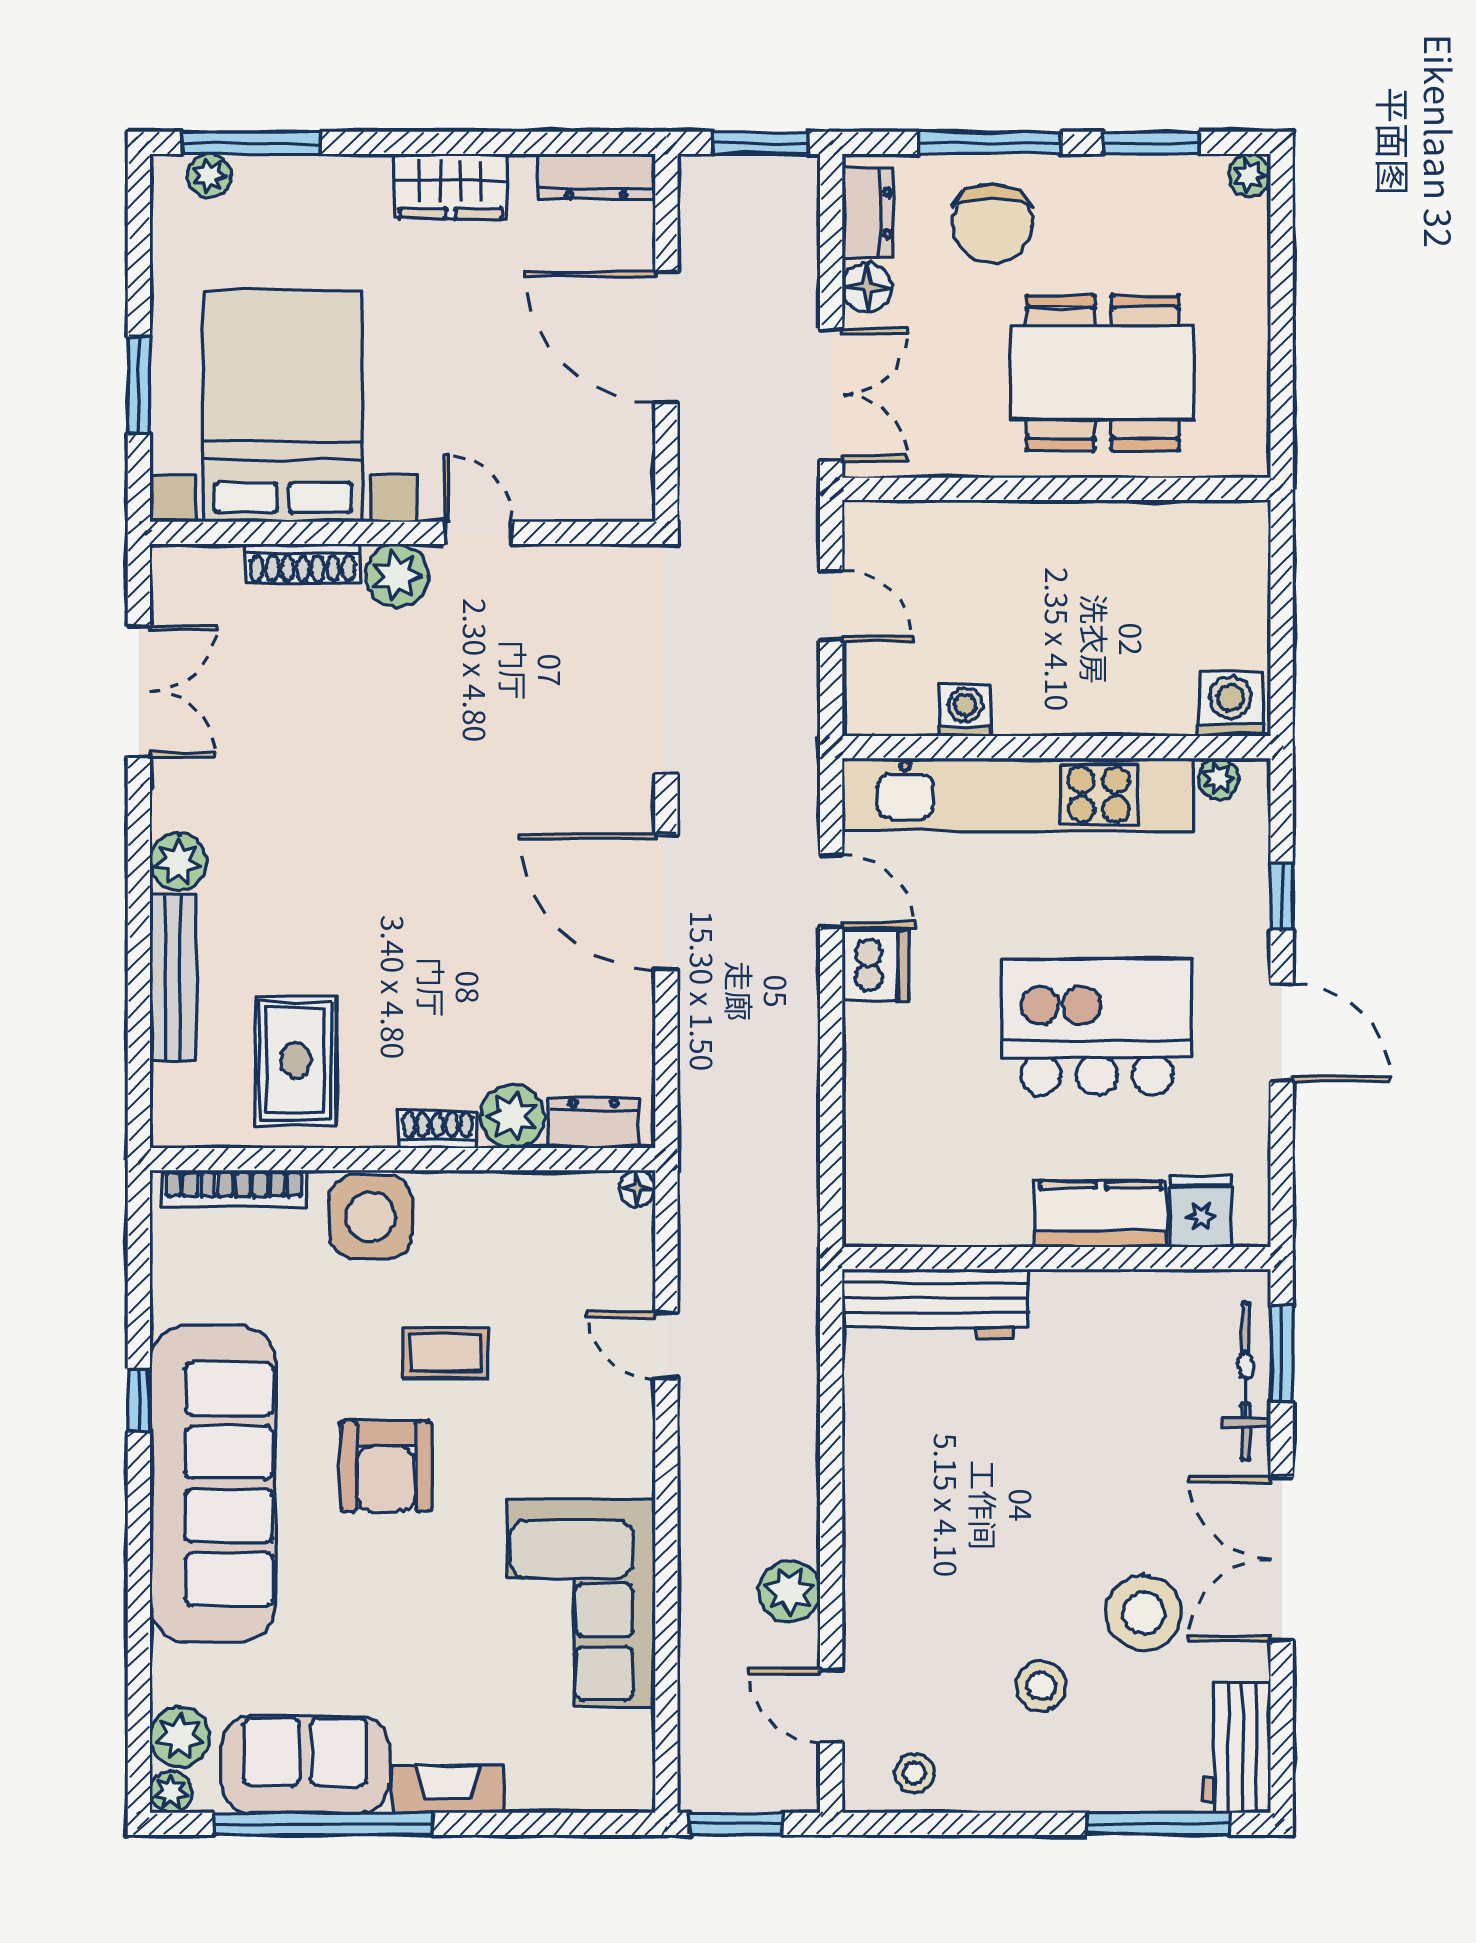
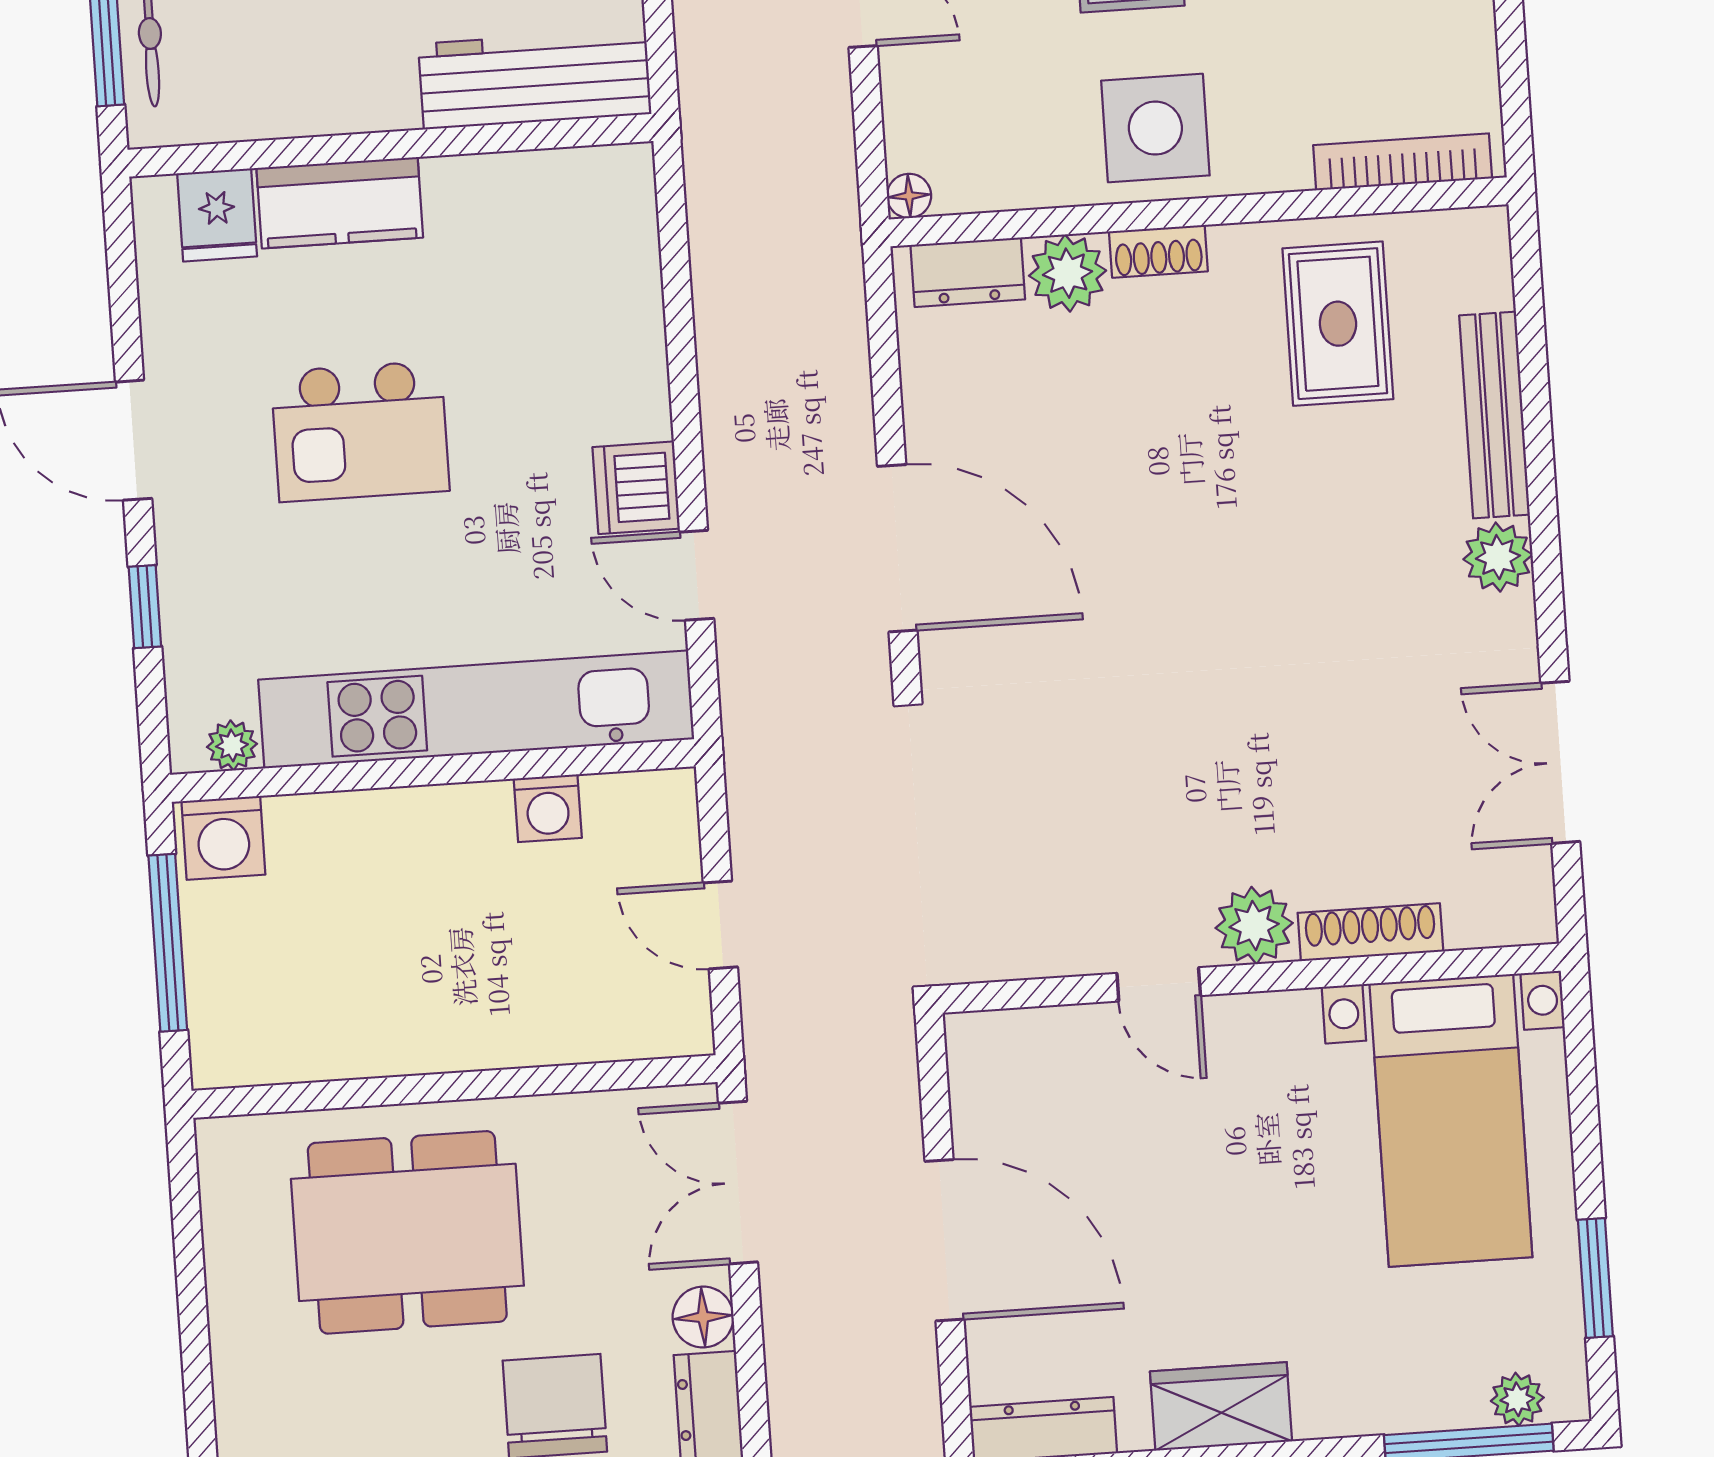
window: (139, 385) -> (1595, 1278), moved
bed with nightstands: (283, 406) -> (1451, 1120), width x0.73
window: (1282, 622) -> (168, 943), added
kitchen island: (1097, 1027) -> (360, 431), width x0.73, depth x0.78
side table: (371, 1217) -> (1155, 128), moved

